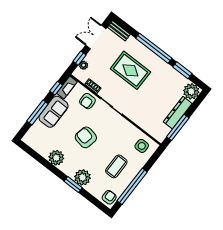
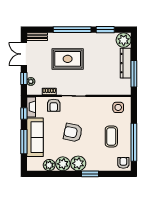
sofa: (53, 112) -> (35, 137), width x1.36
plant: (44, 150) -> (49, 165), added
plant: (82, 177) -> (78, 163), moved

